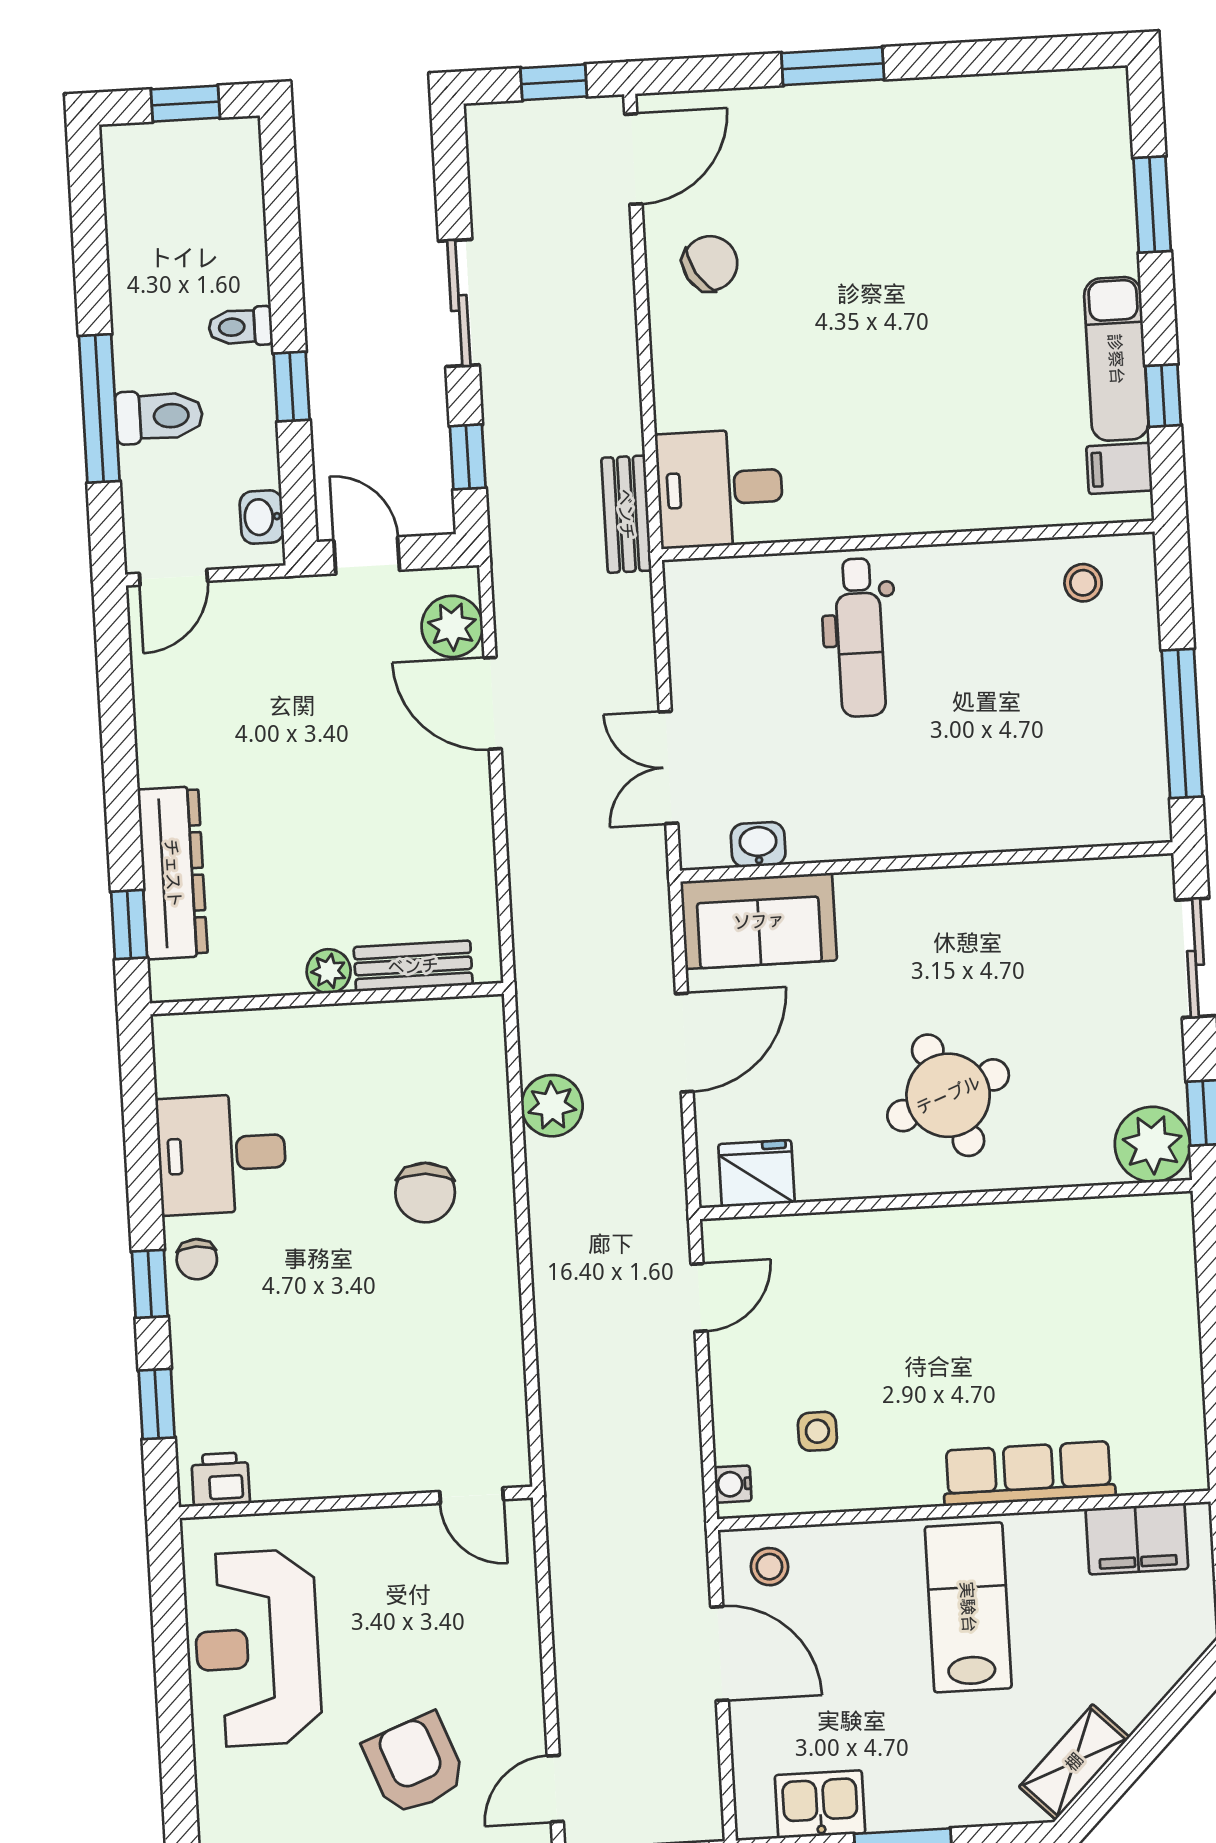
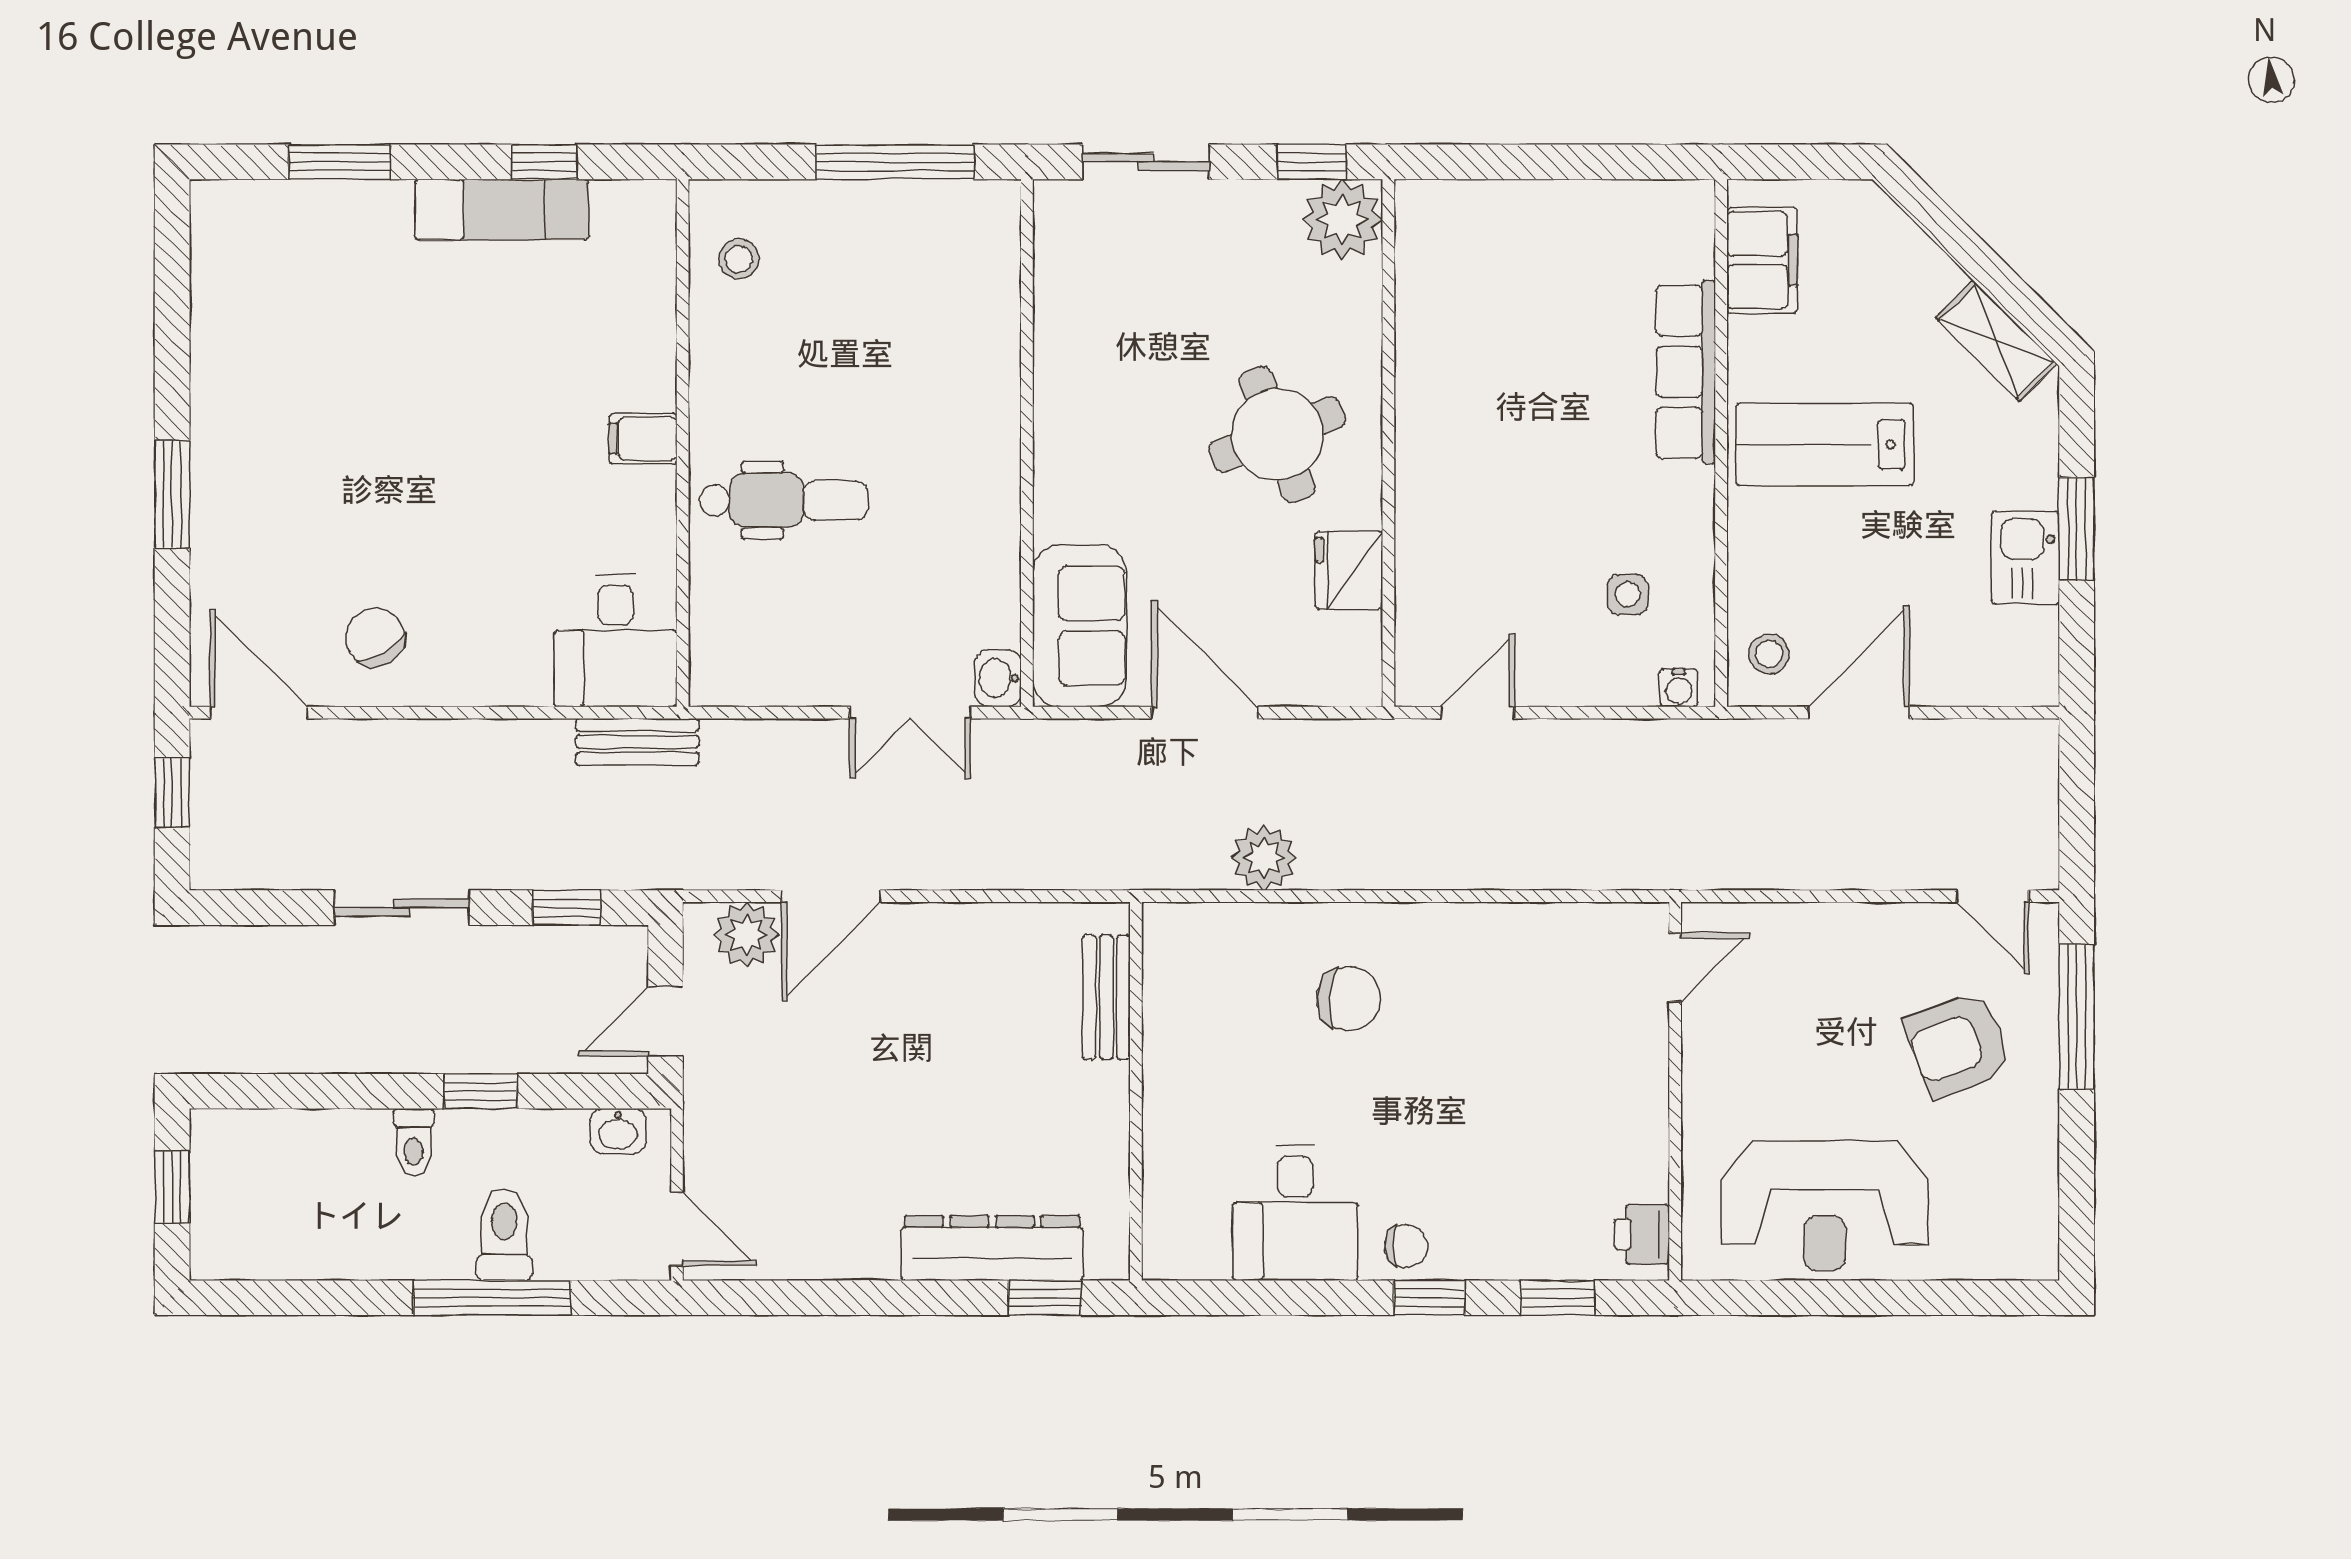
filing cabinet: (1119, 468) -> (643, 439), moved, turned 90
washbasin: (758, 845) -> (998, 678), moved
plant: (329, 971) -> (1107, 1088), removed
fridge: (757, 1174) -> (1349, 570), moved
door: (699, 1298) -> (1478, 713), hinge flipped
kitchen sink: (820, 1804) -> (2026, 558), moved

